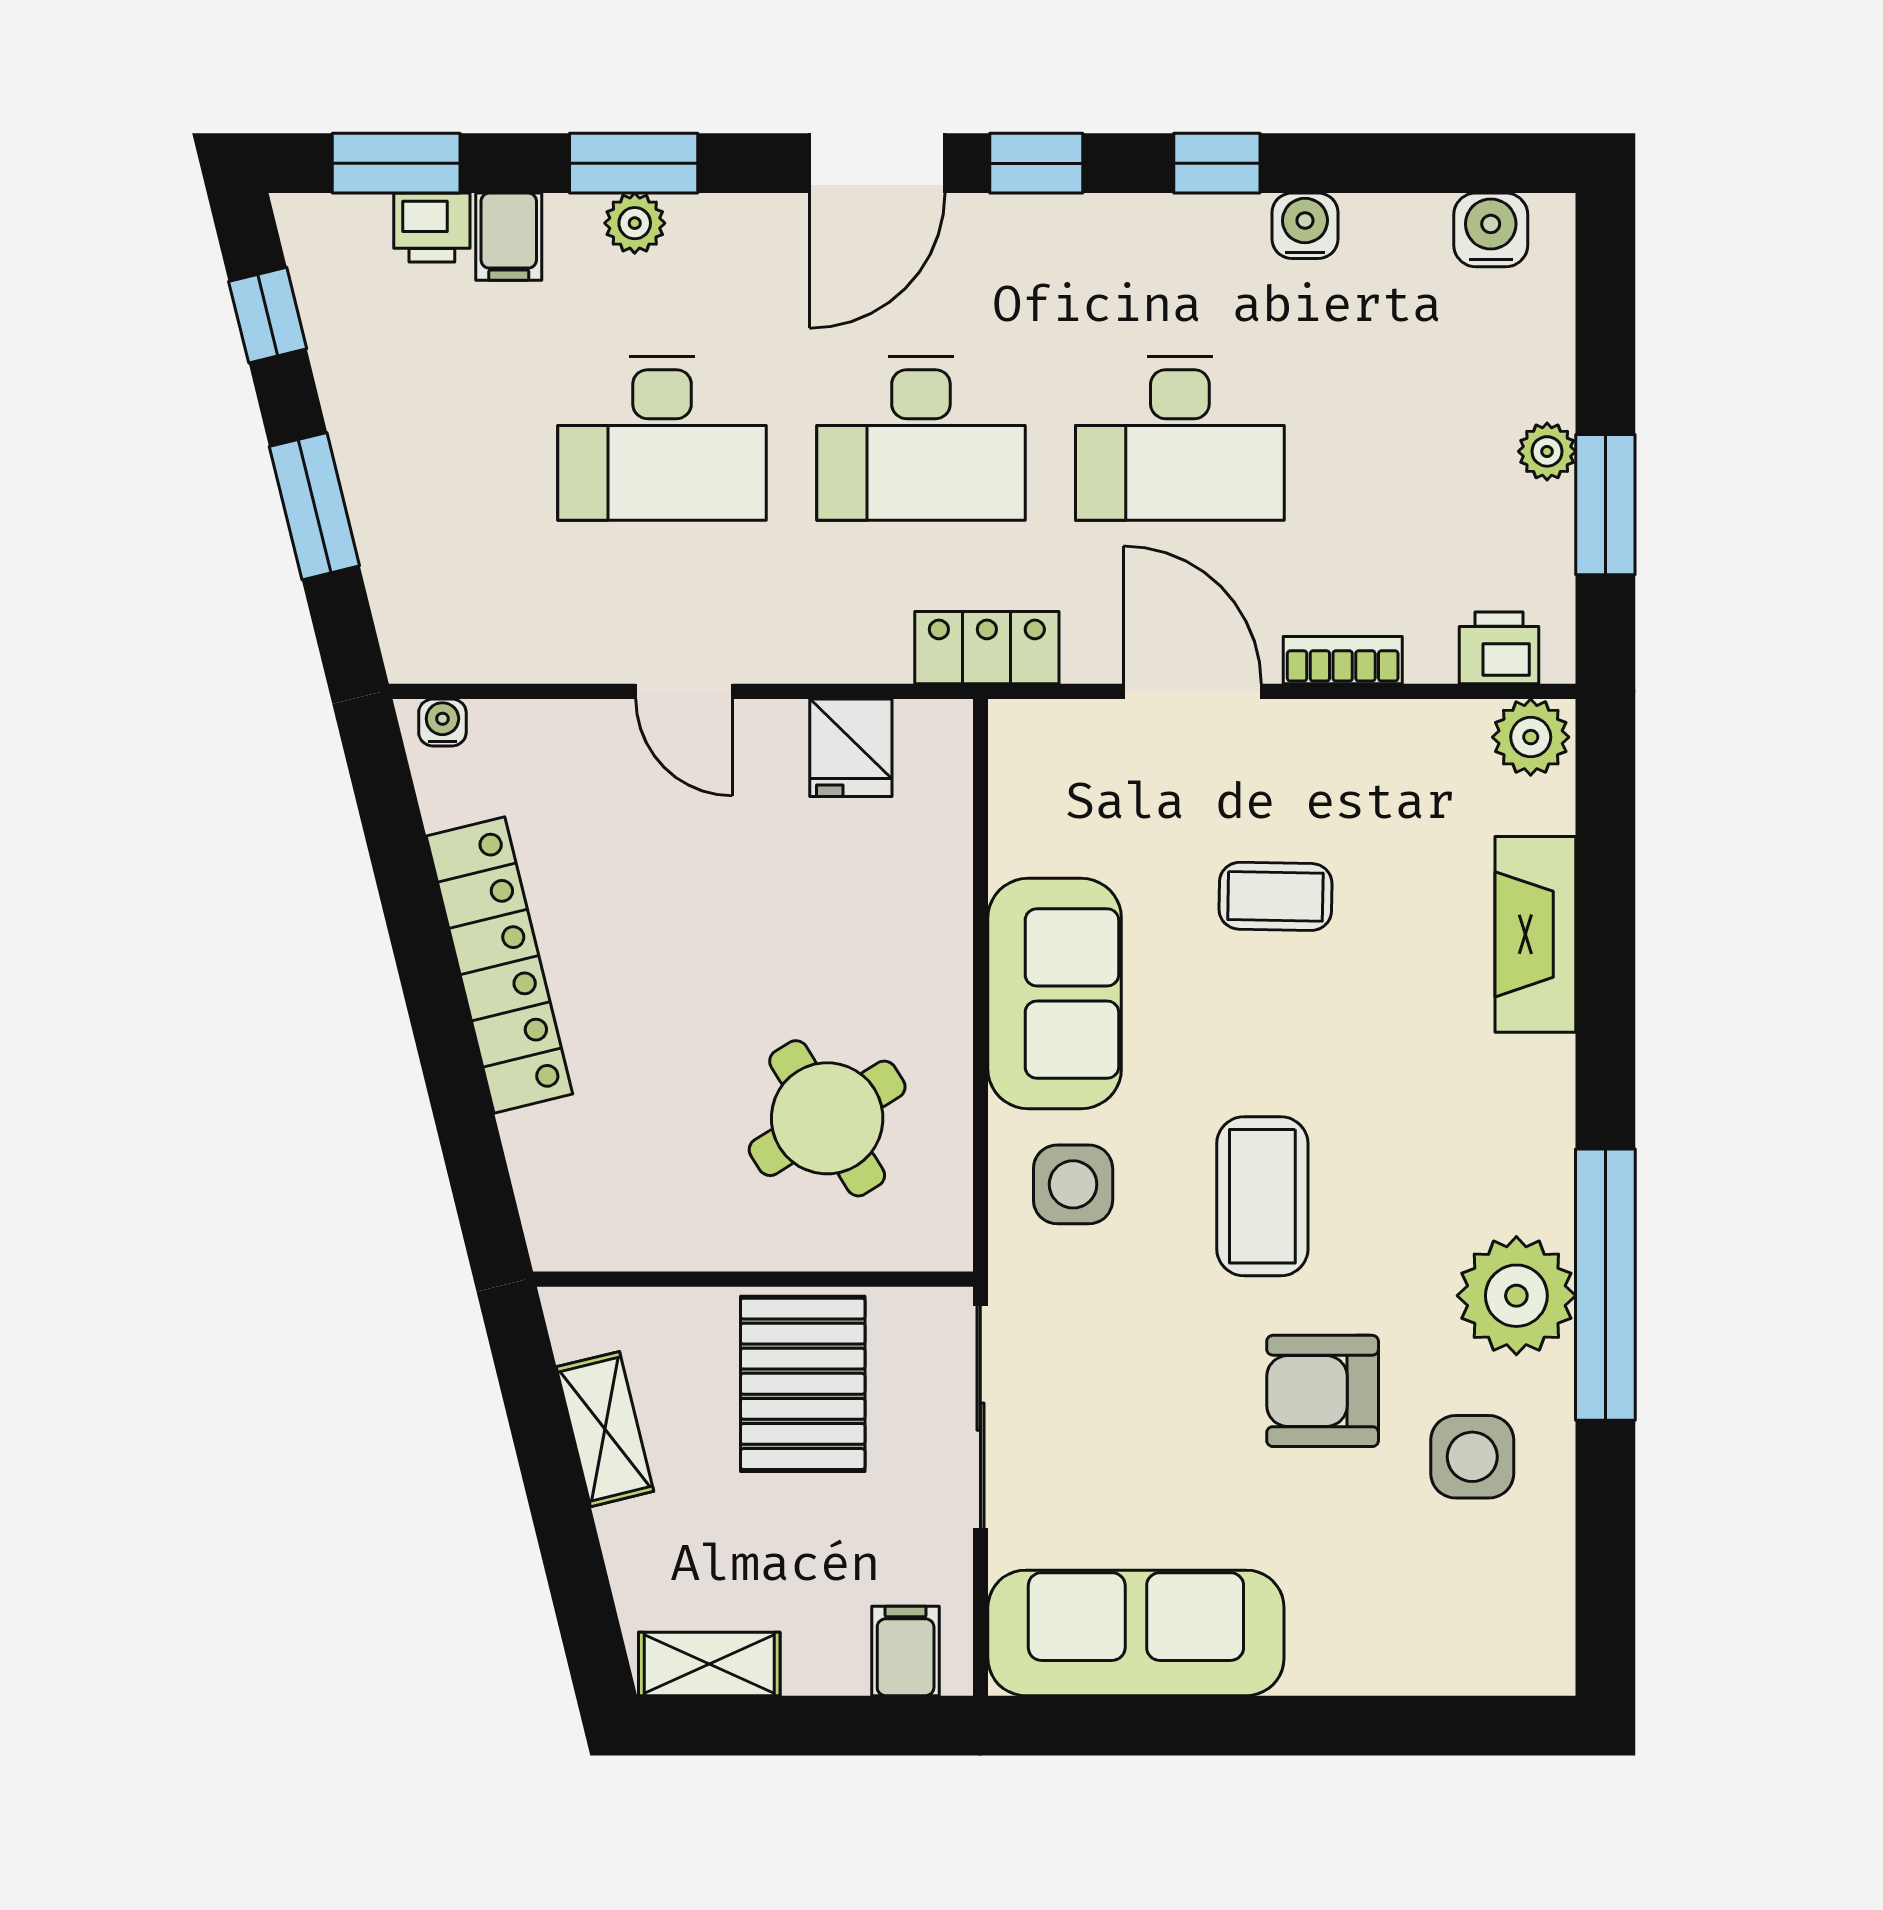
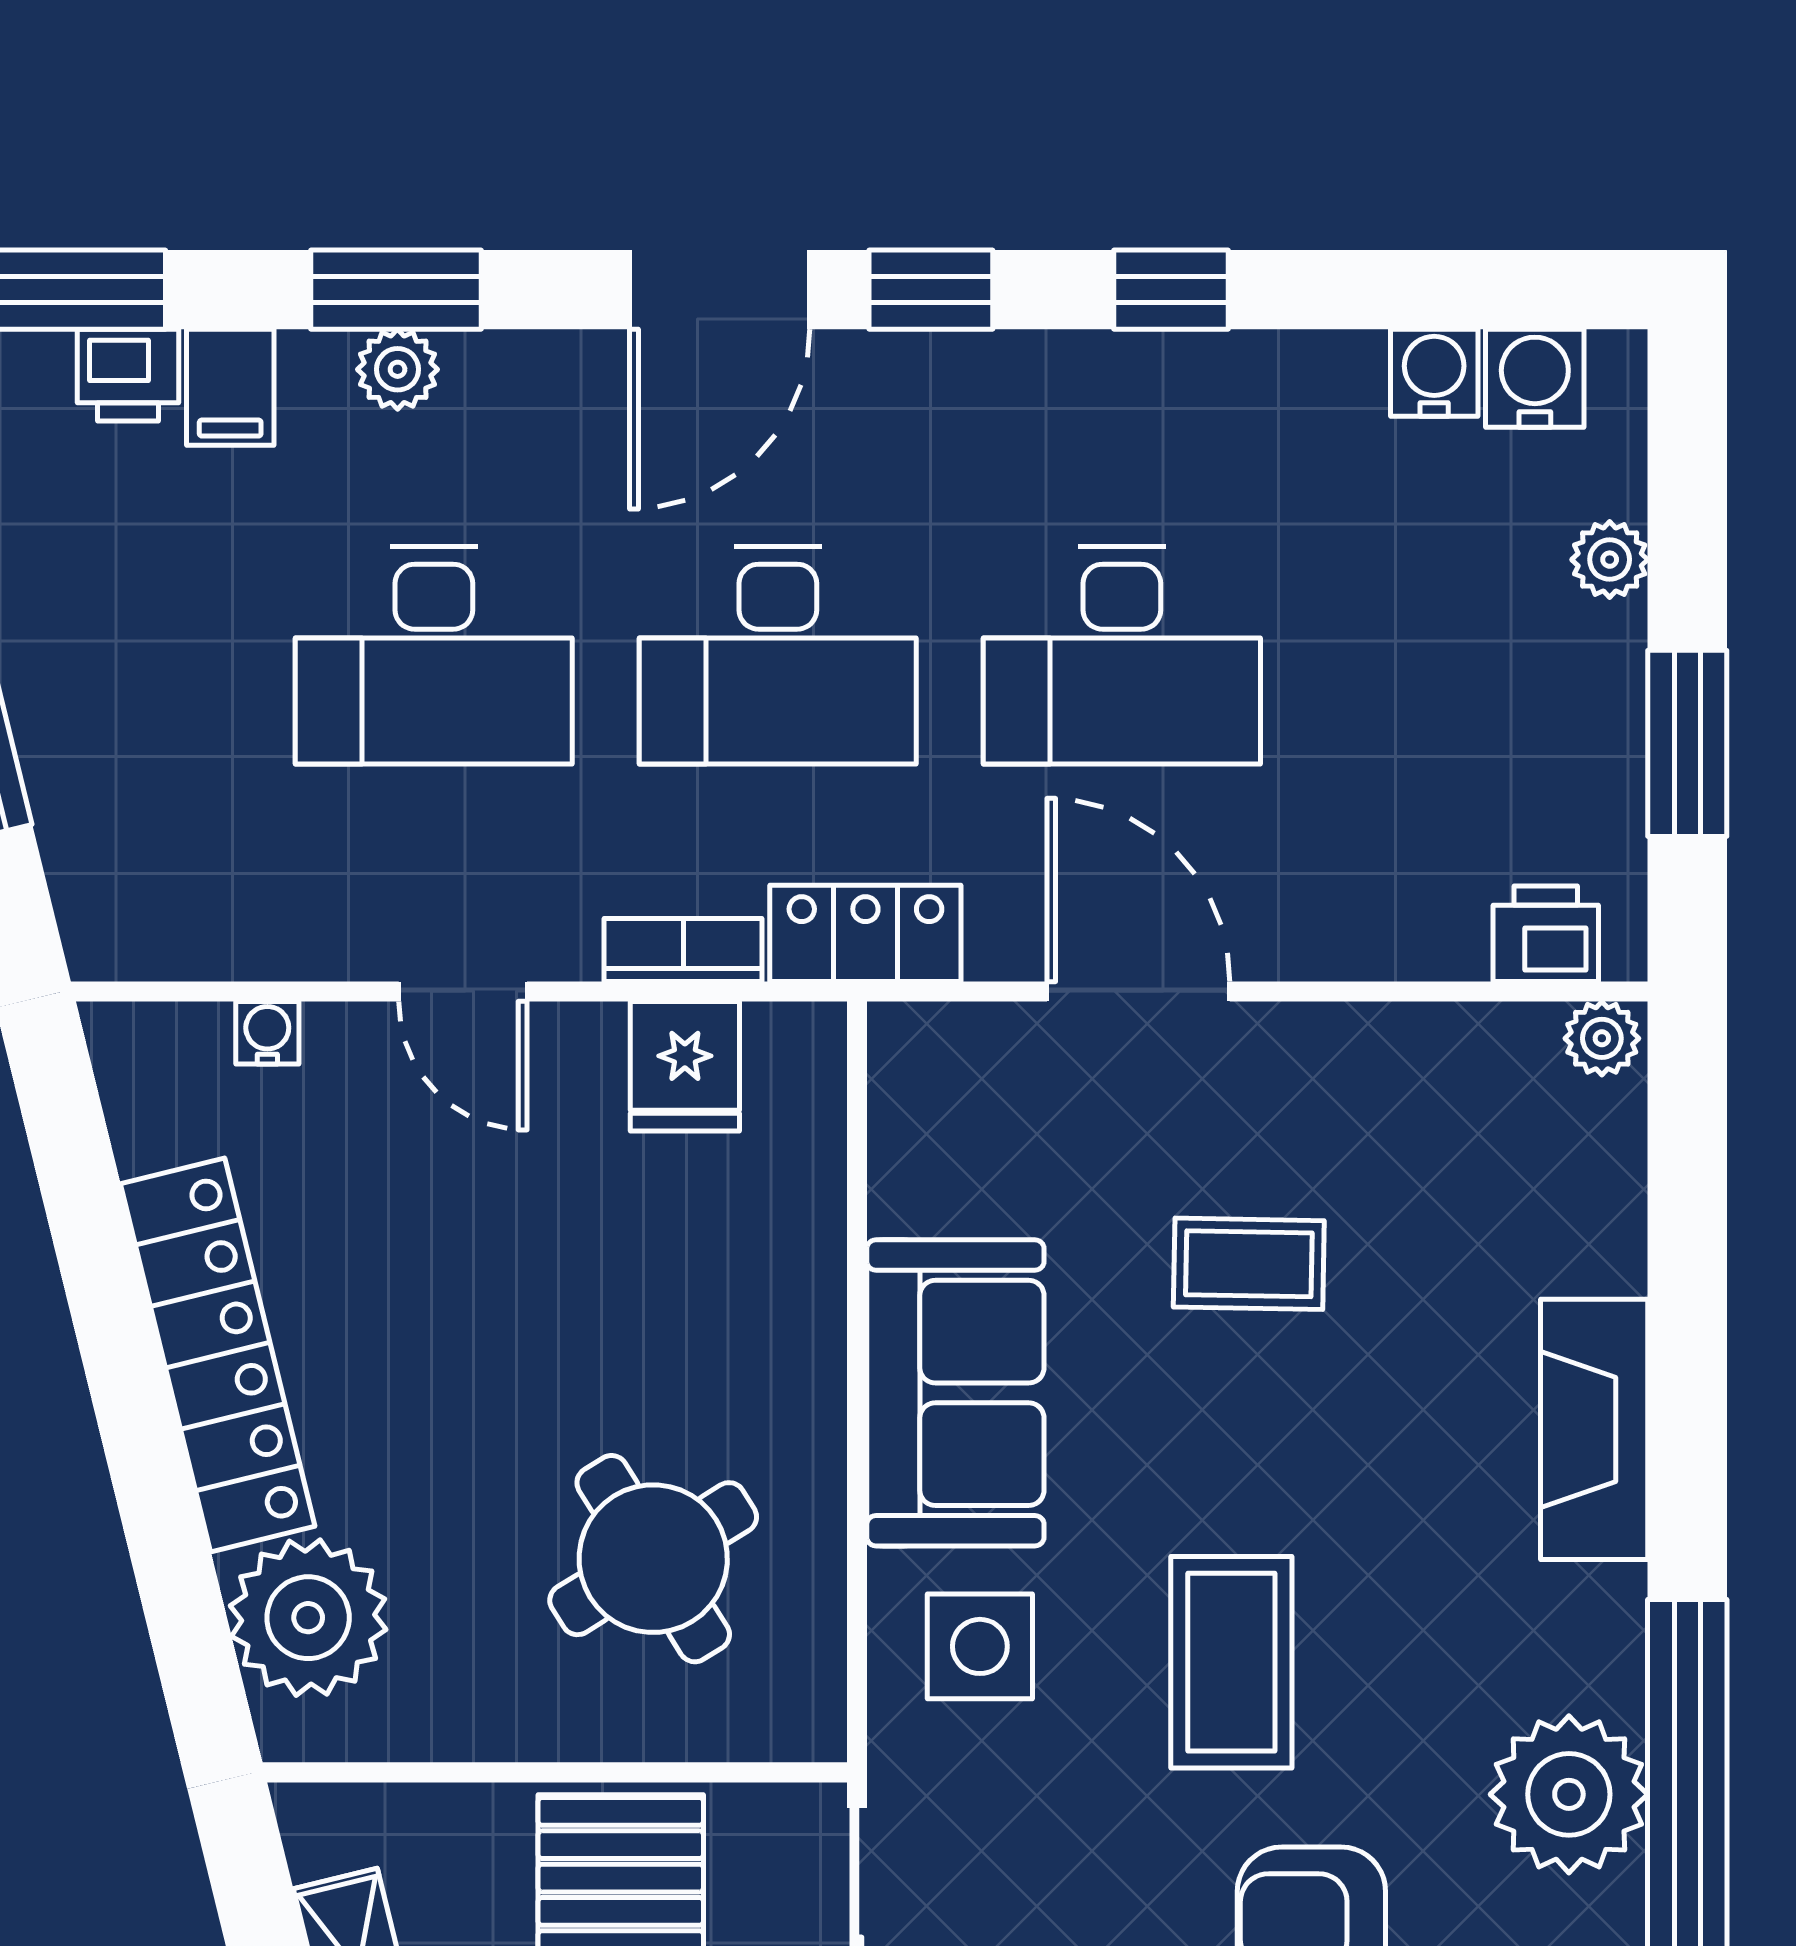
water cooler: (1305, 226) -> (1434, 373), moved
plant: (1547, 451) -> (1610, 560), moved
bookcase: (1343, 660) -> (683, 950), moved
water cooler: (442, 722) -> (267, 1033), moved
plant: (1531, 737) -> (1602, 1038), width x0.73, depth x0.73
fireplace: (1535, 934) -> (1594, 1429), moved
plant: (567, 1163) -> (308, 1618), added

